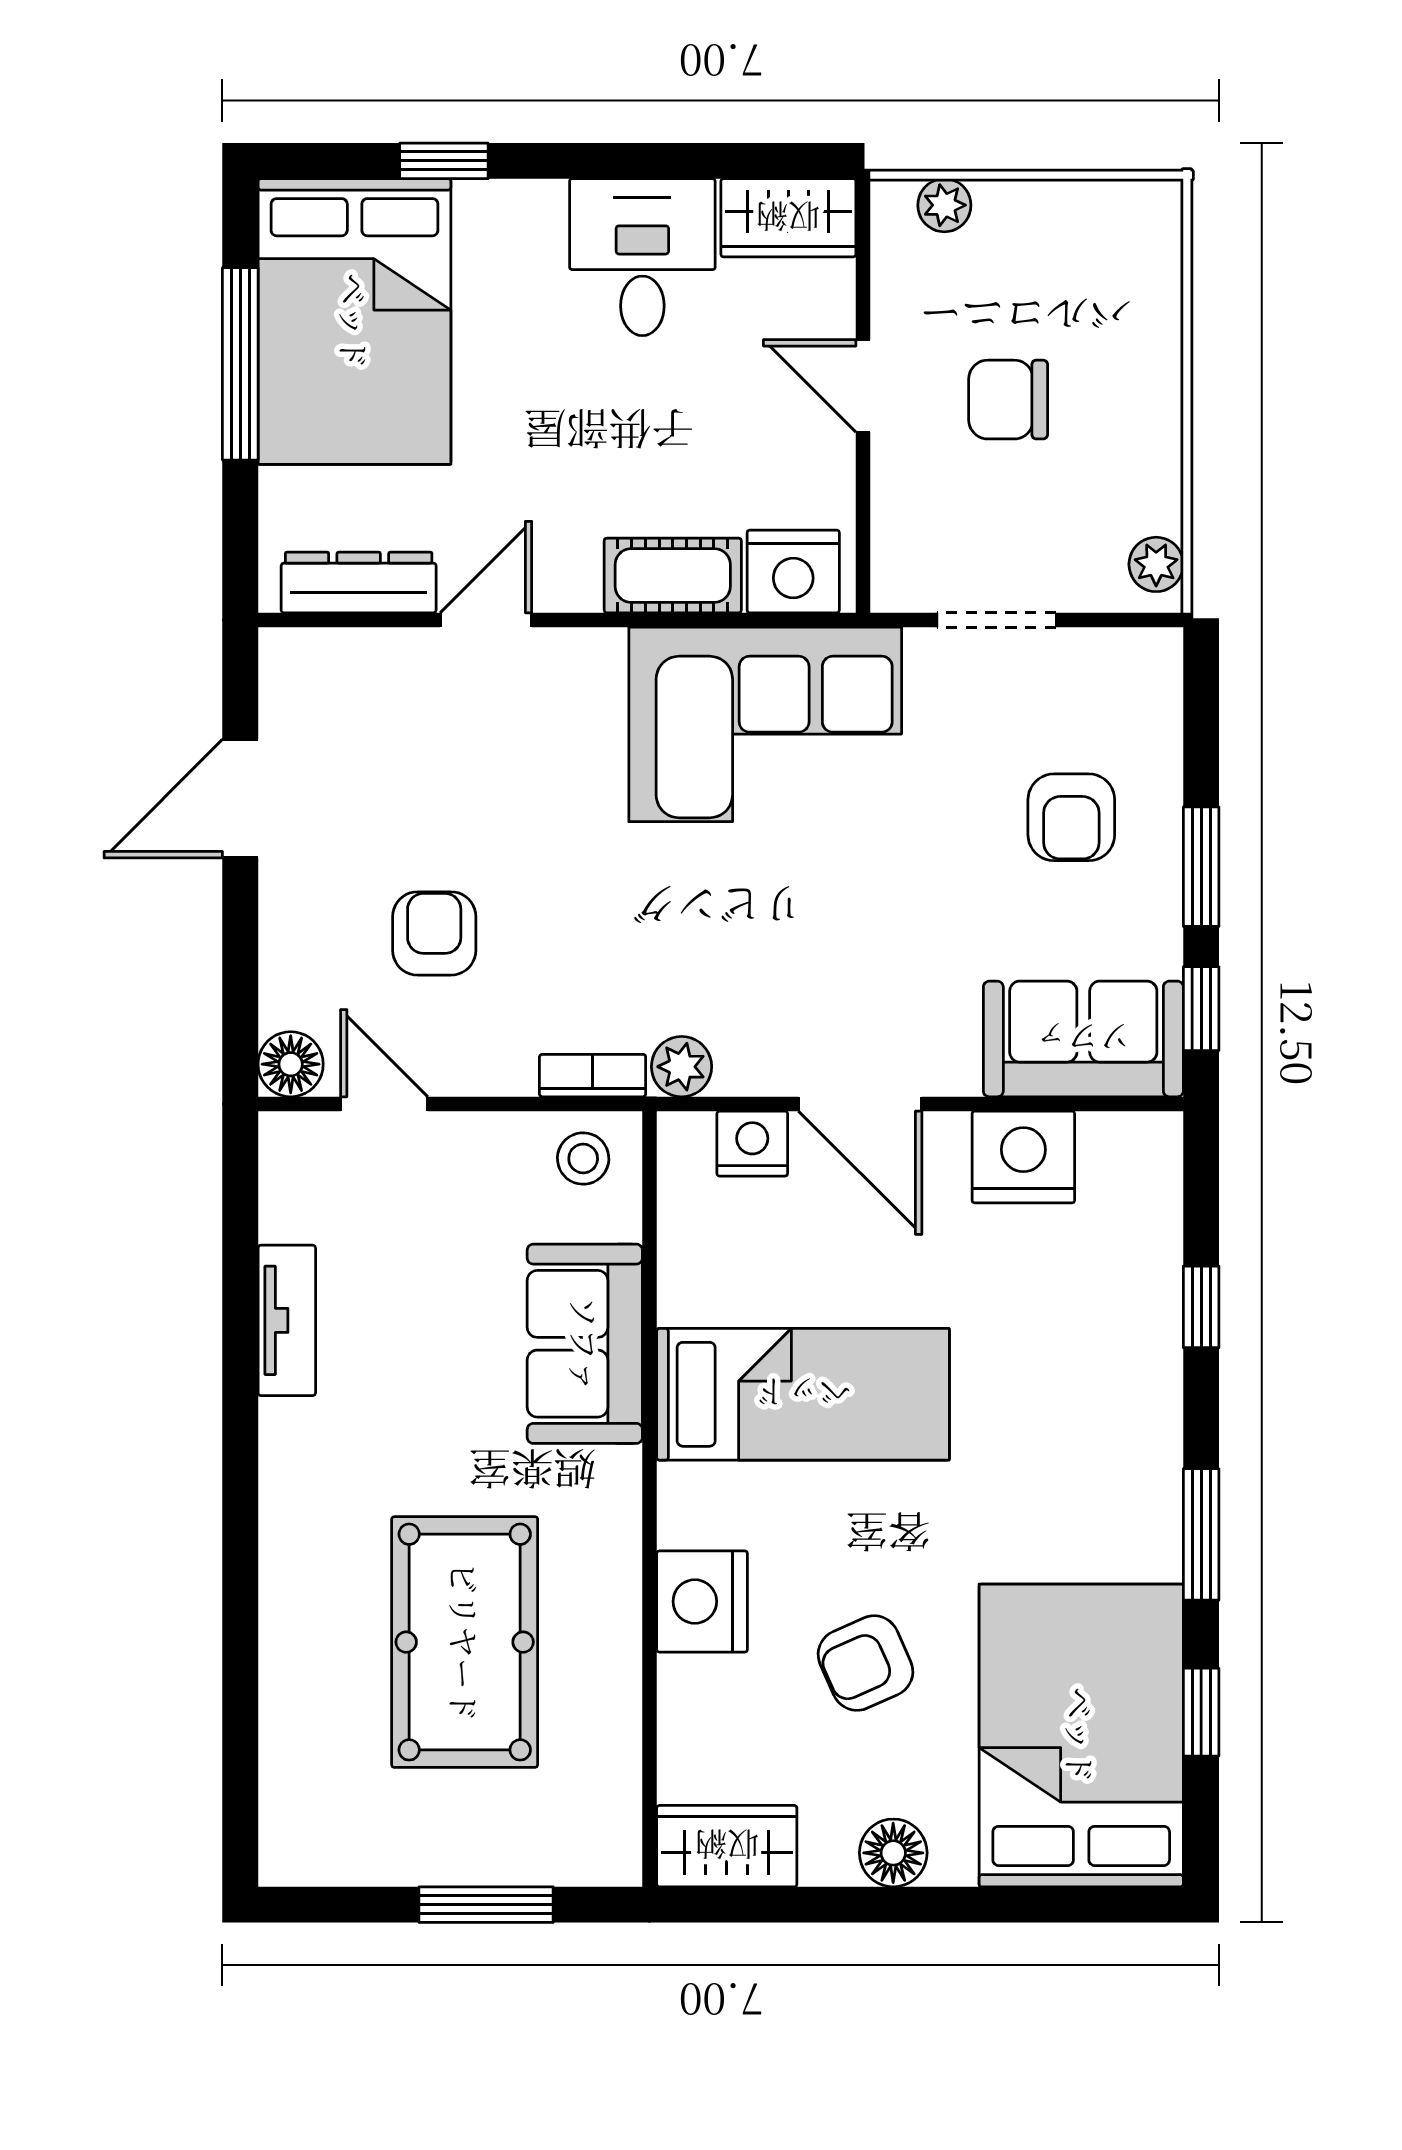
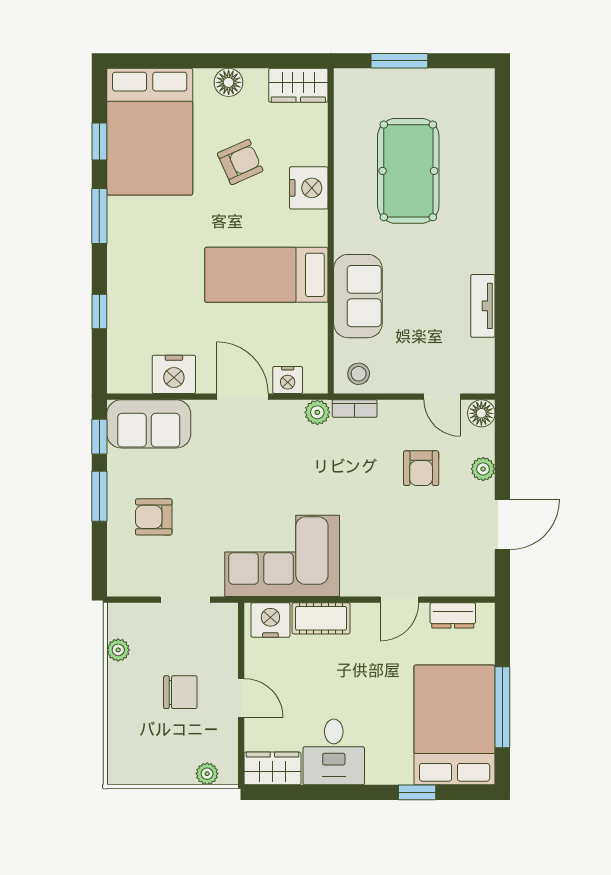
plant: (1156, 564) -> (118, 650), moved
dresser: (359, 582) -> (453, 615), width x0.70
armchair: (1071, 817) -> (154, 517), turned -90
plant: (287, 932) -> (483, 469), added

